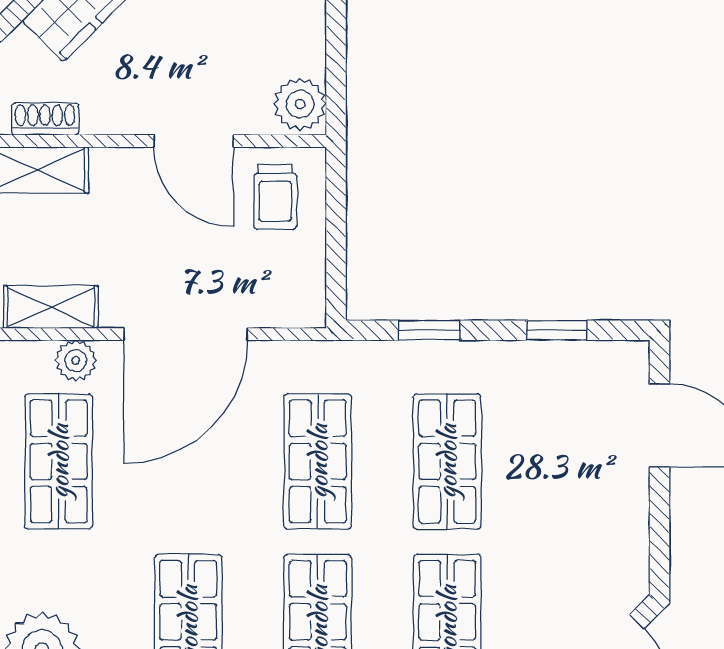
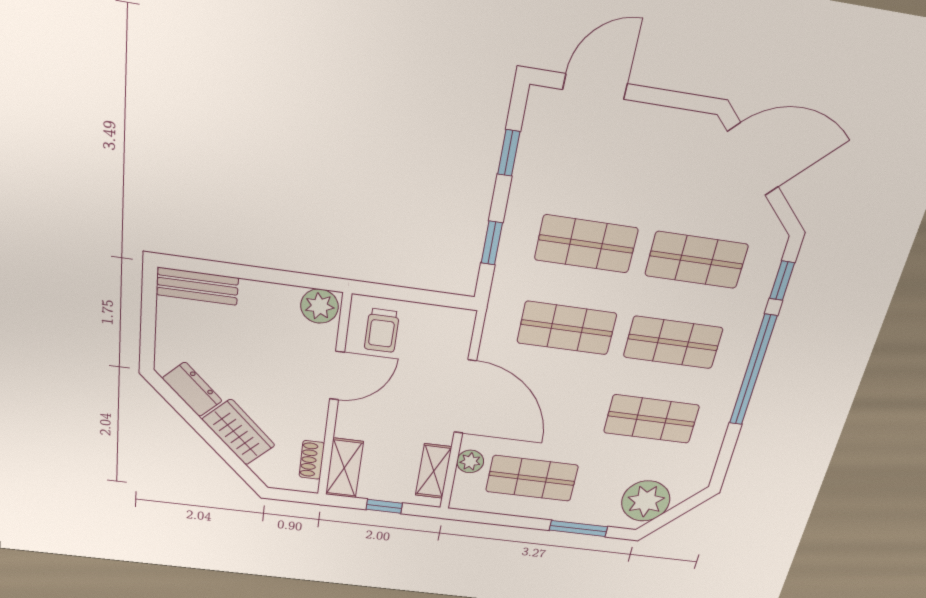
trolley: (275, 197) -> (382, 330), turned 90

